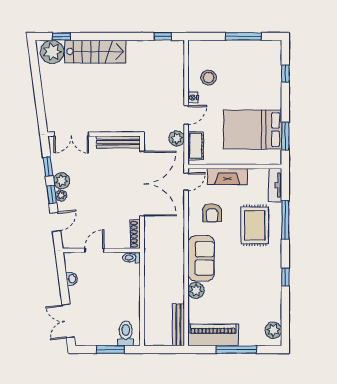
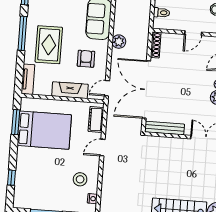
nightstand: (193, 98) -> (92, 199), moved
plant: (177, 139) -> (119, 42), moved
window: (285, 220) -> (22, 33), moved
toilet: (131, 258) -> (161, 13), moved

